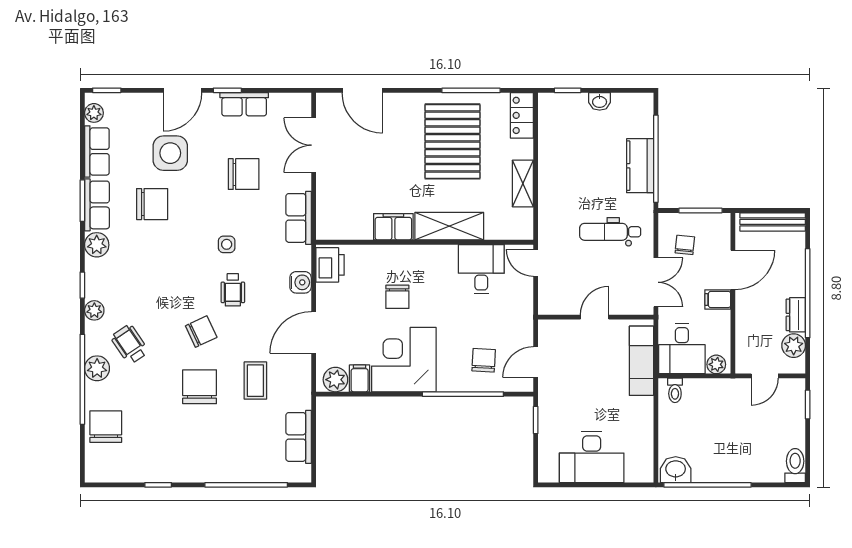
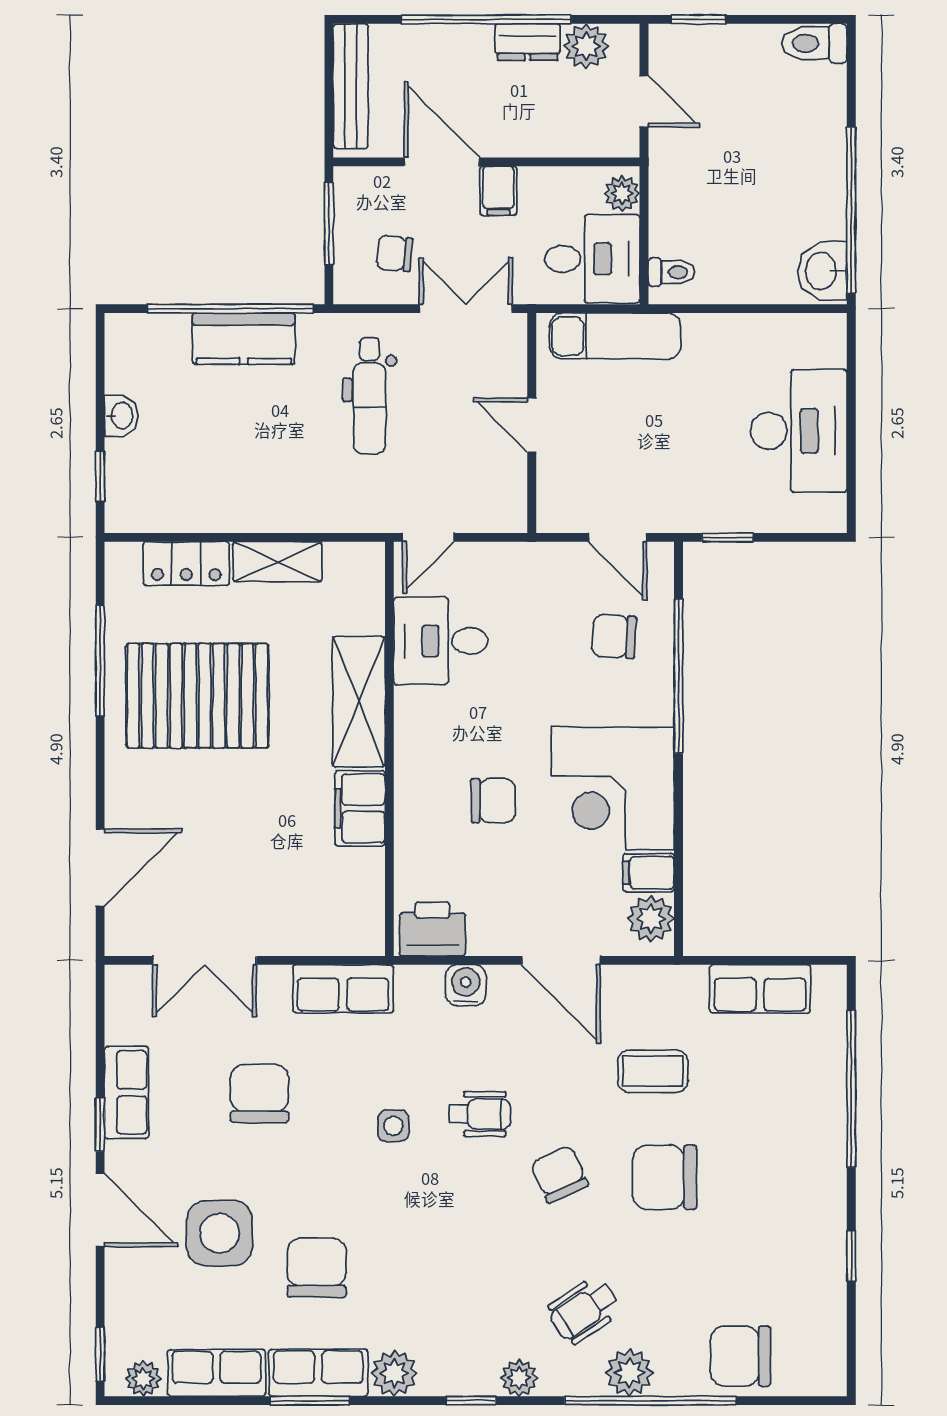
locker: (522, 115) -> (186, 564), moved

